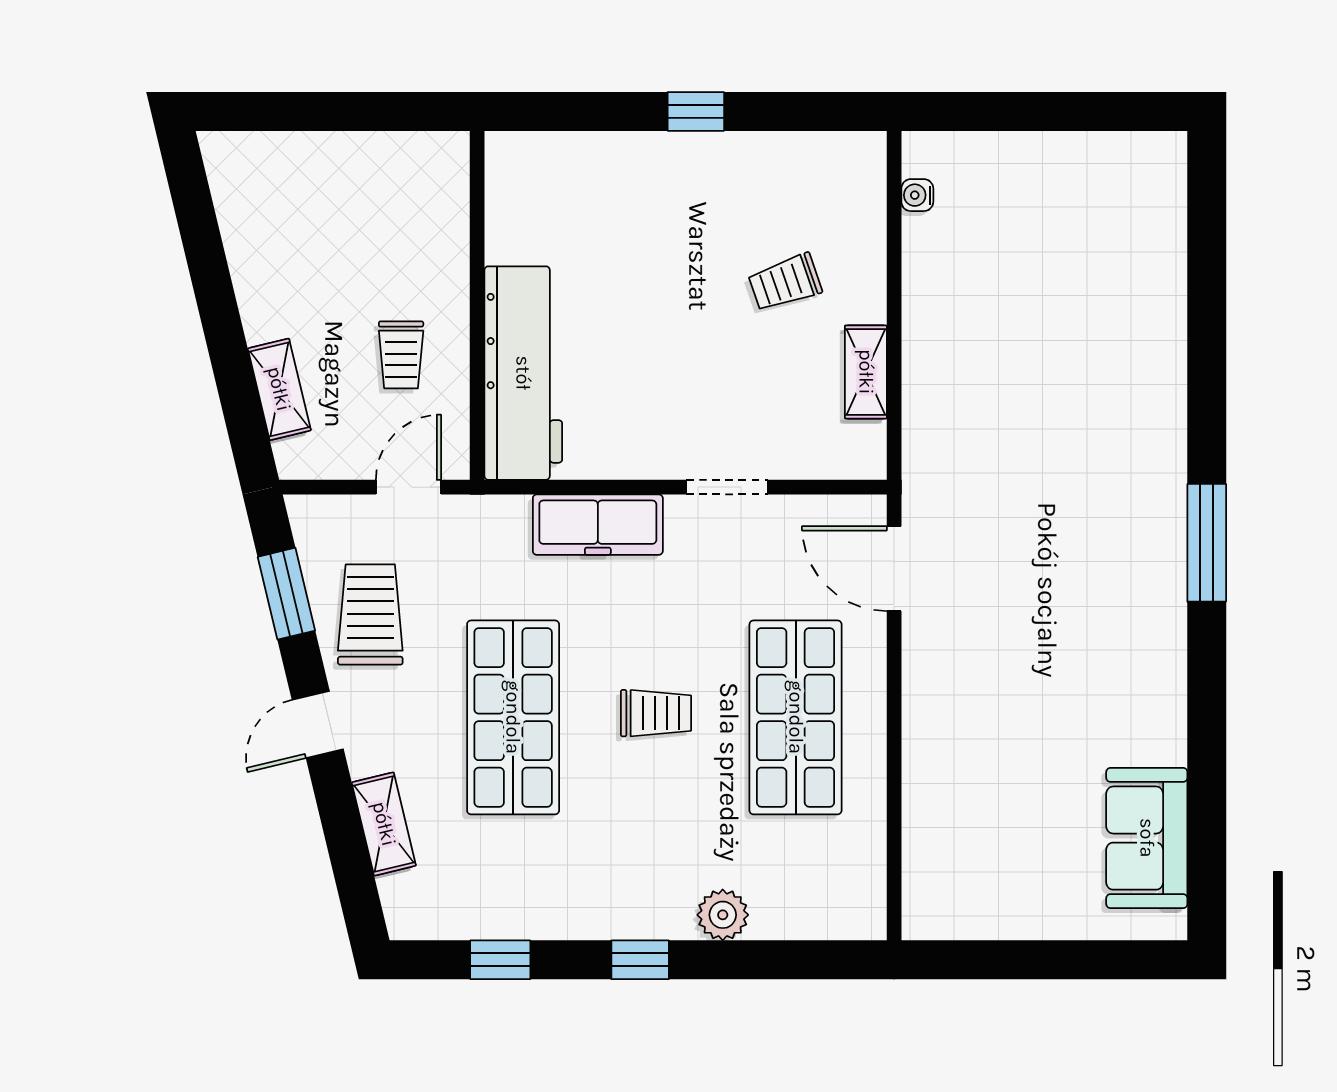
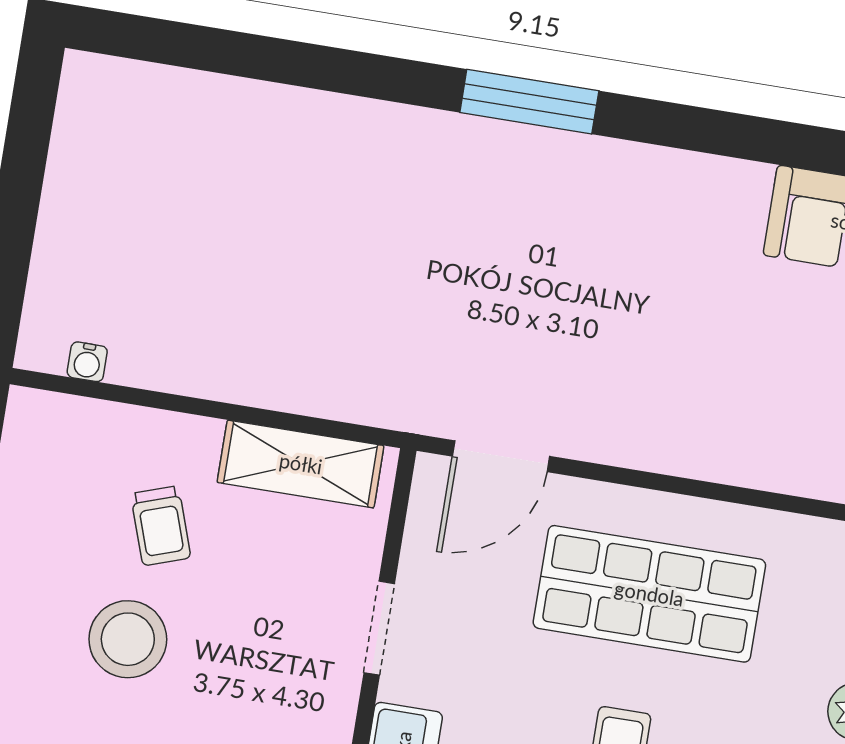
stool: (682, 270) -> (128, 639), added
shelving: (866, 372) -> (301, 464), width x1.50, depth x1.33

